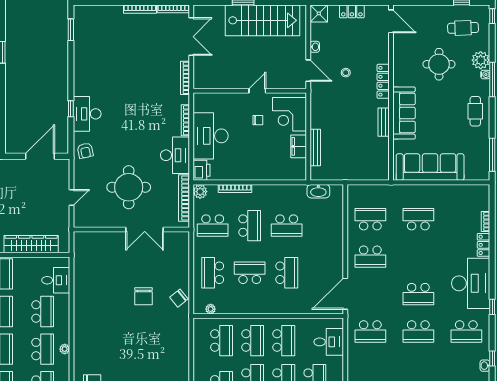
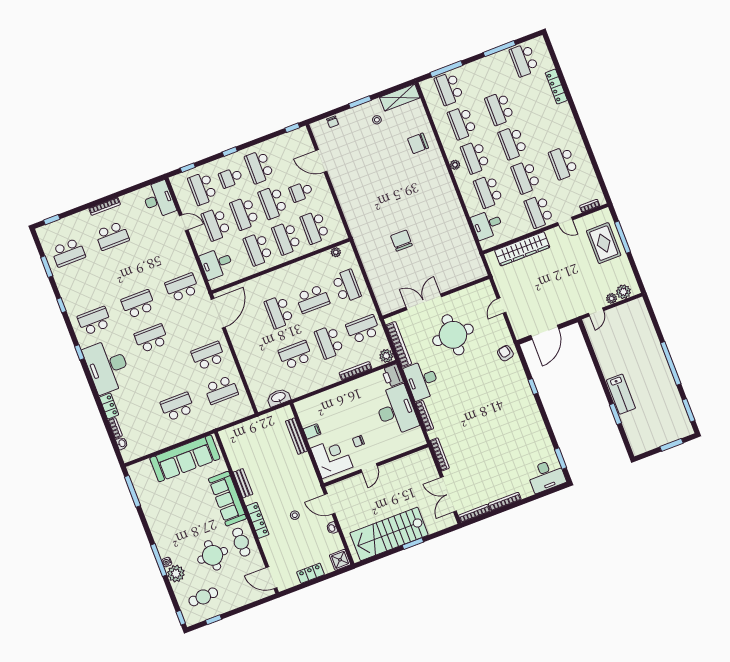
cafe table: (475, 111) -> (241, 542), moved
desk: (87, 114) -> (546, 476), moved, turned 90
filing cabinet: (299, 146) -> (312, 431), width x0.50
school desk: (418, 219) -> (177, 407), turned 180
chair: (179, 298) -> (369, 251), removed
washbasin: (485, 366) -> (122, 443), moved

